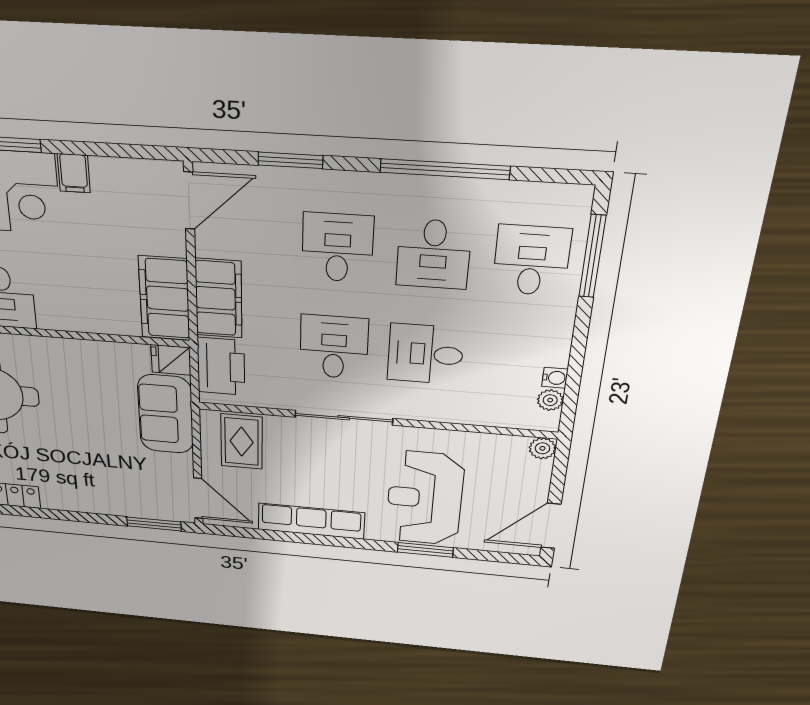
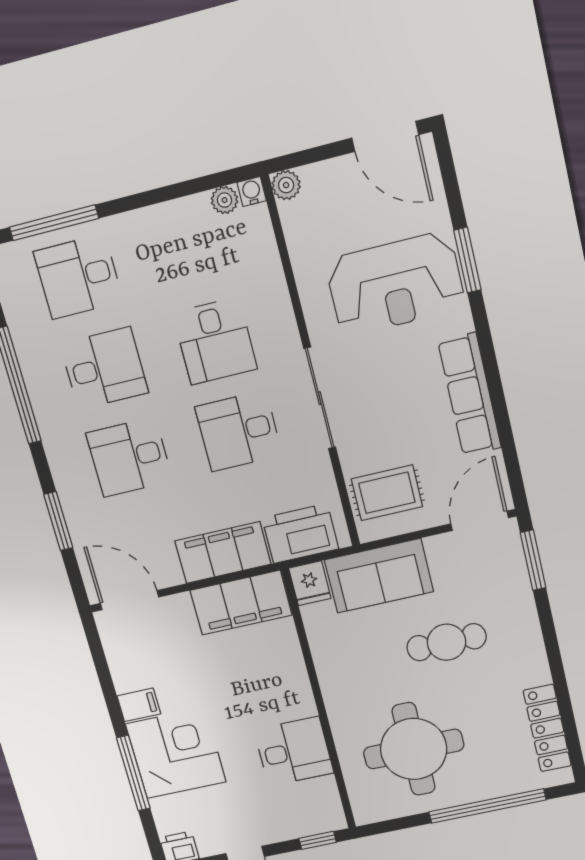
water cooler: (555, 378) -> (252, 192), moved
cafe table: (92, 446) -> (447, 642), added

